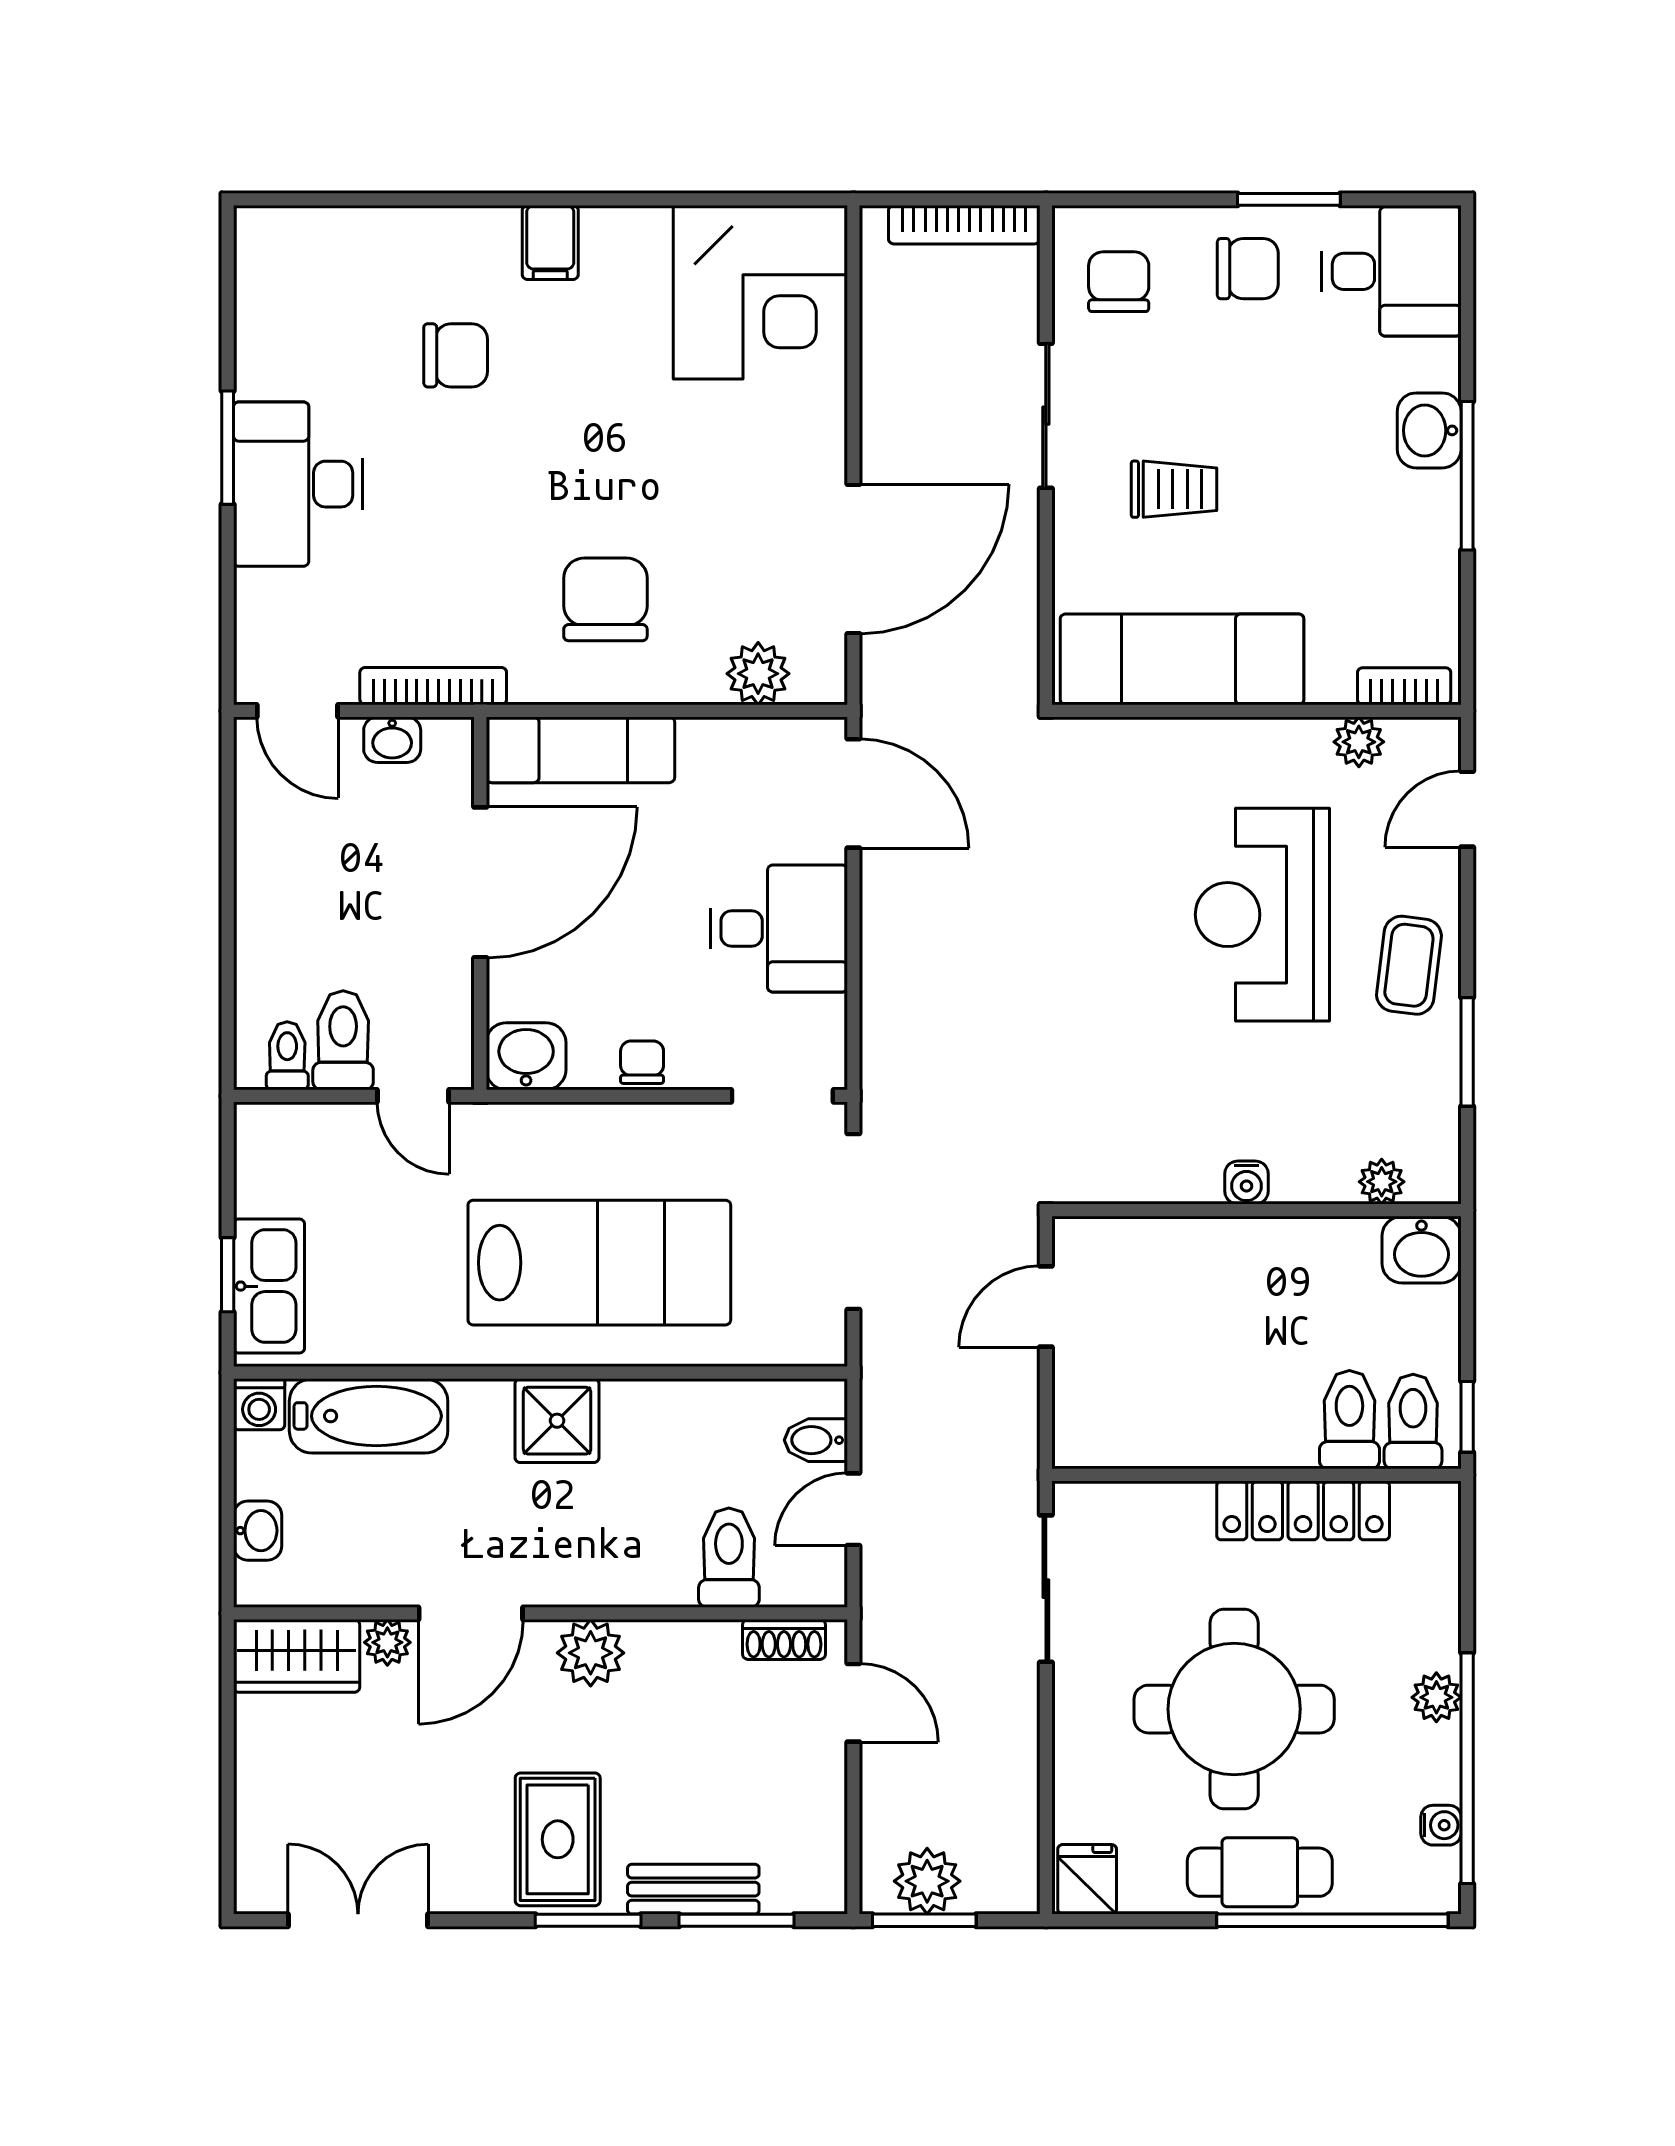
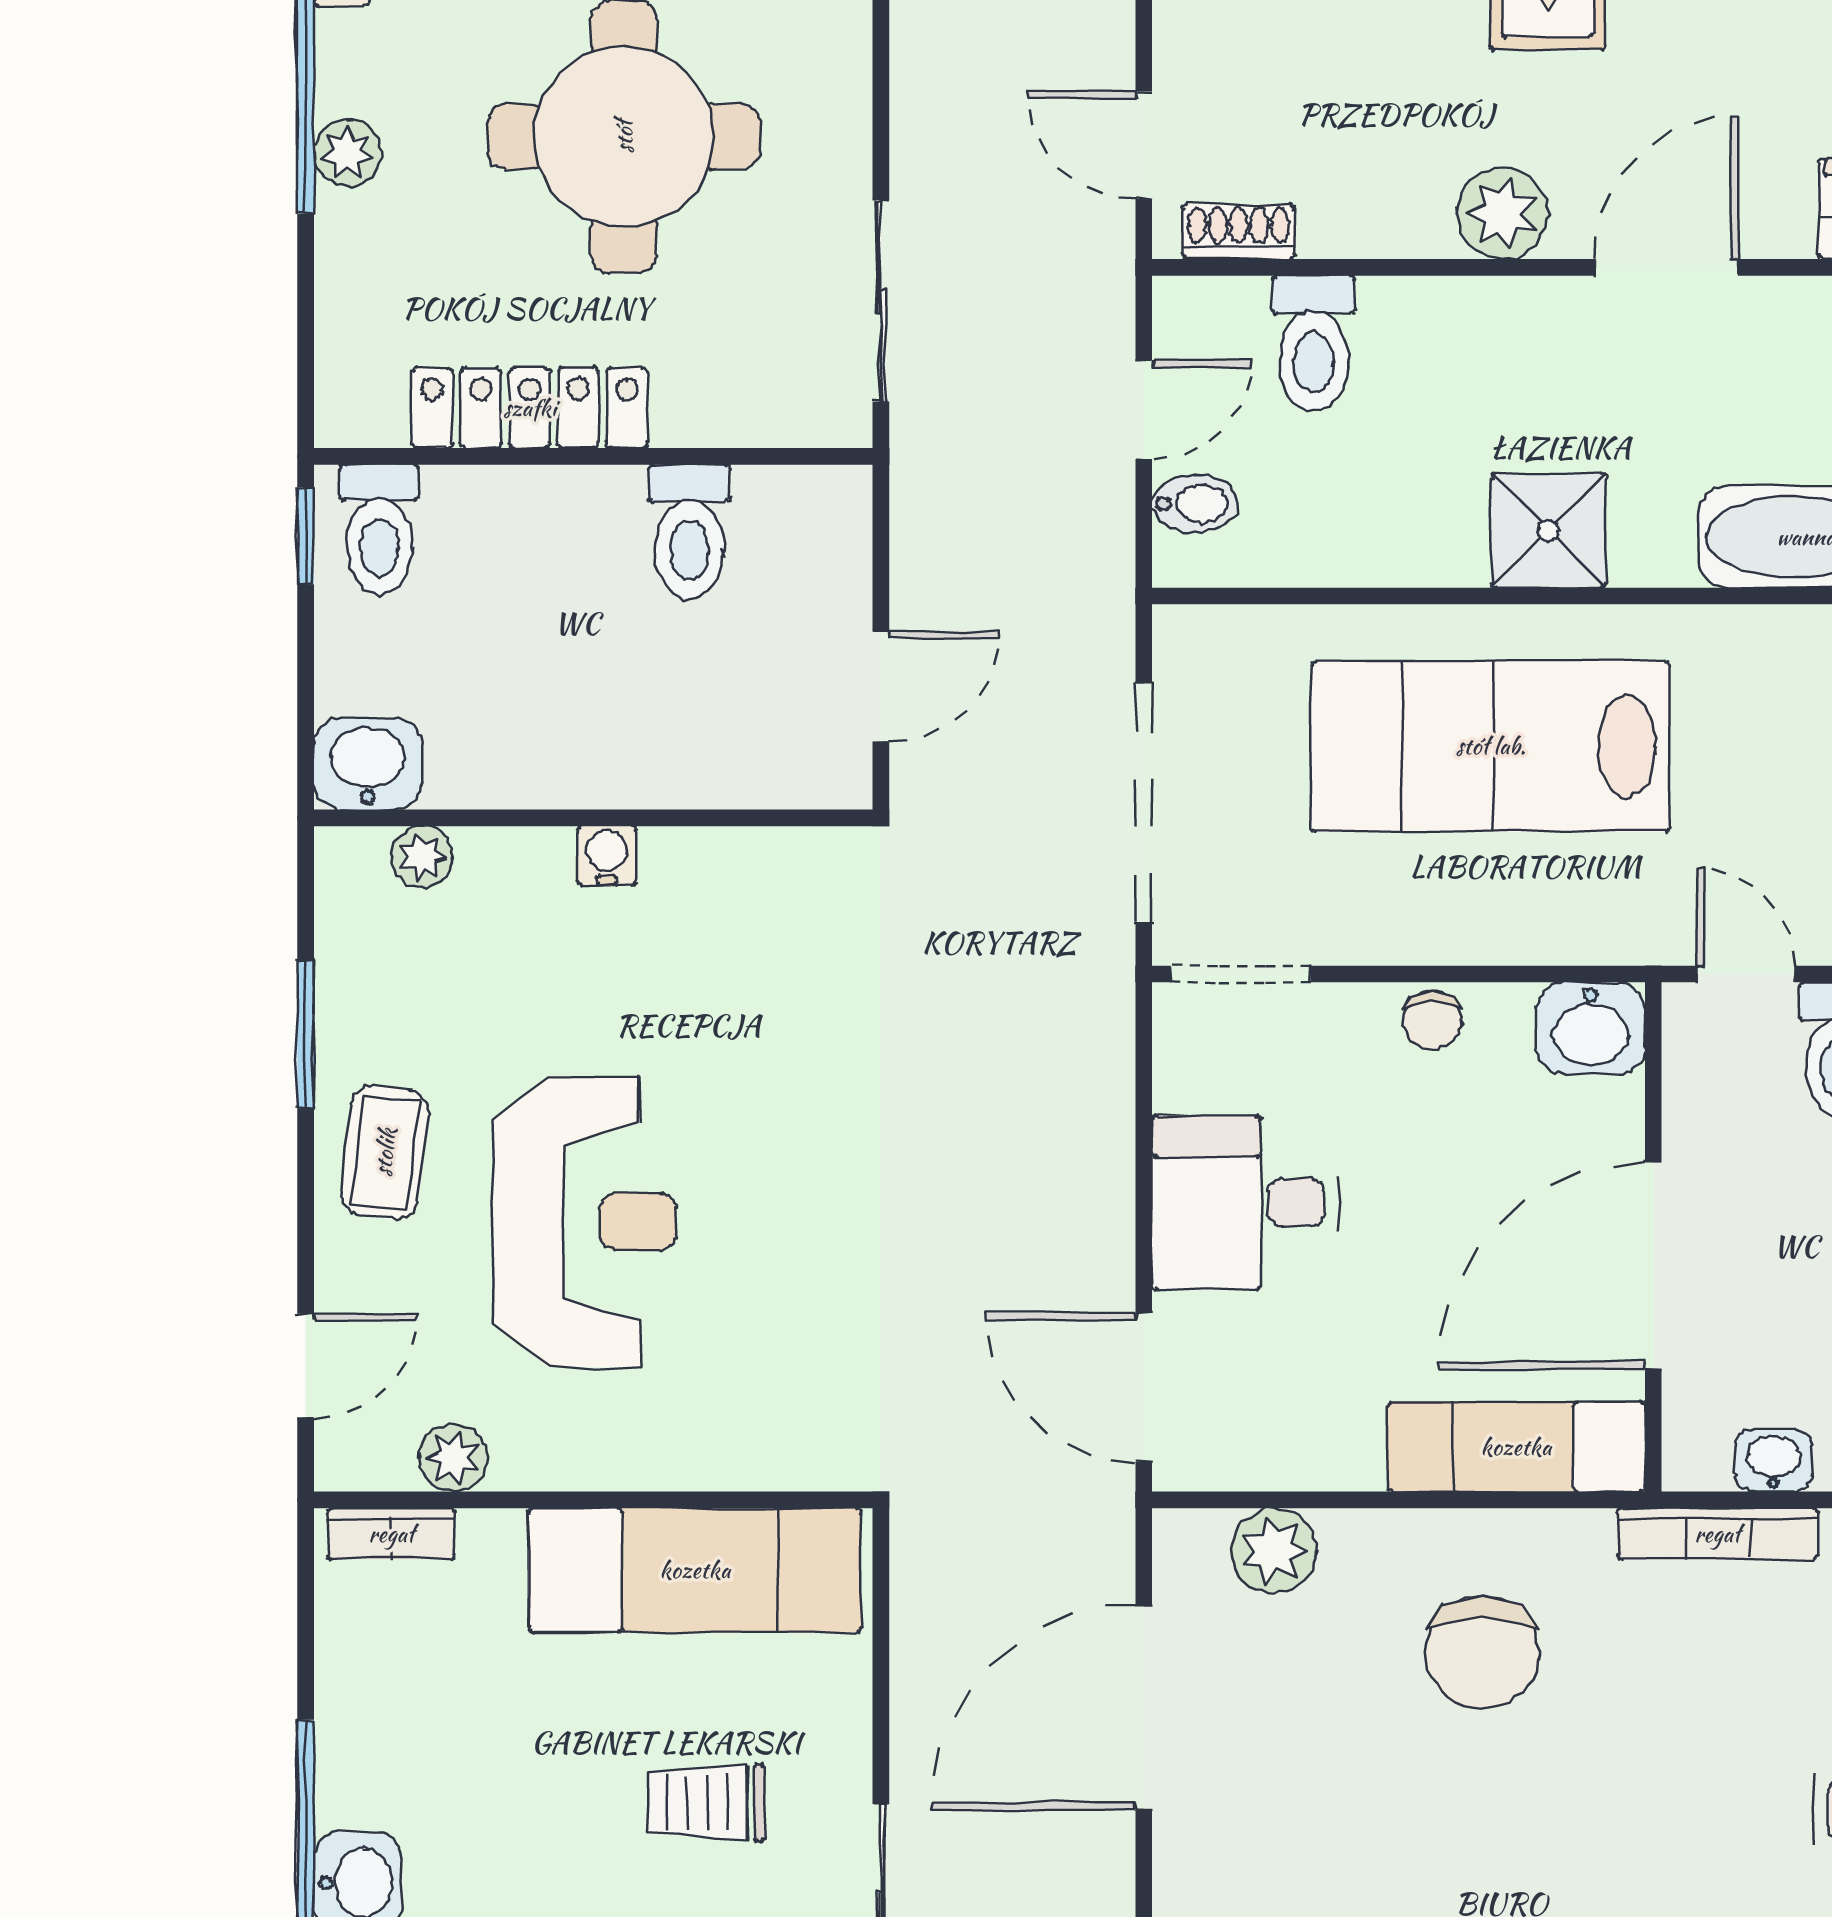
toilet: (1349, 1420) -> (690, 532), moved
plant: (387, 1642) -> (1780, 228), removed

